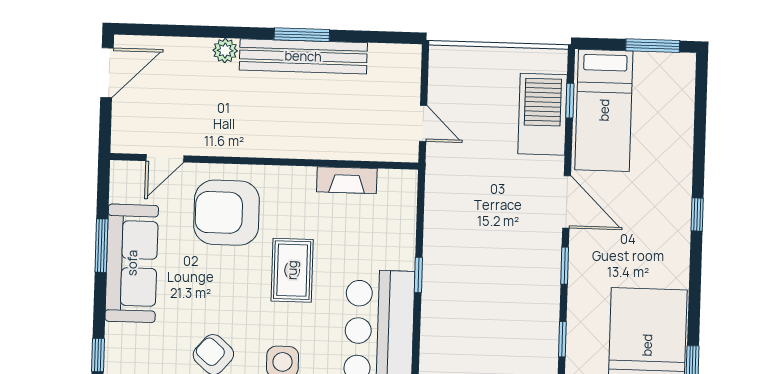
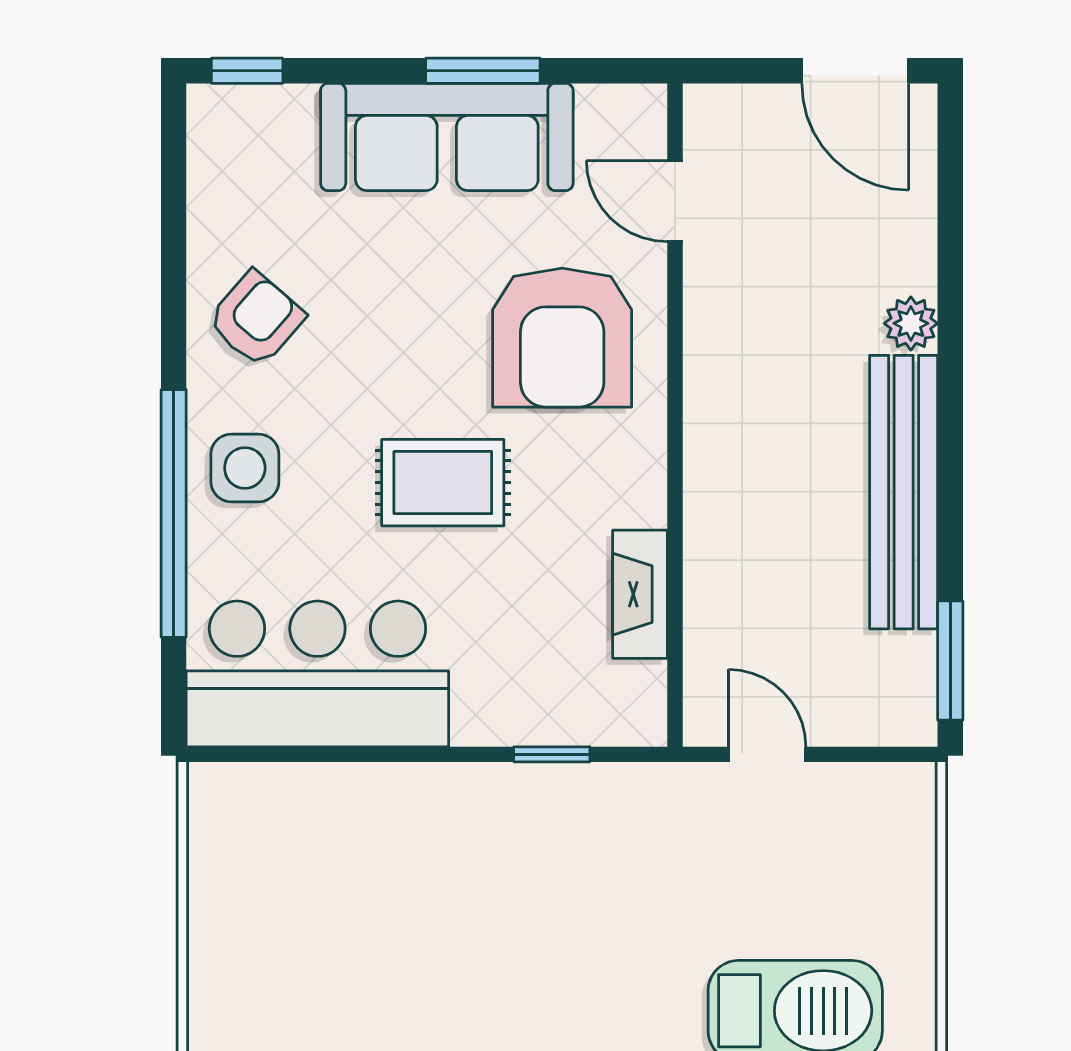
window: (302, 35) -> (950, 661), moved
door: (423, 124) -> (767, 754), swing flipped
armchair: (227, 213) -> (562, 338), turned 180
window: (418, 275) -> (552, 754), moved

